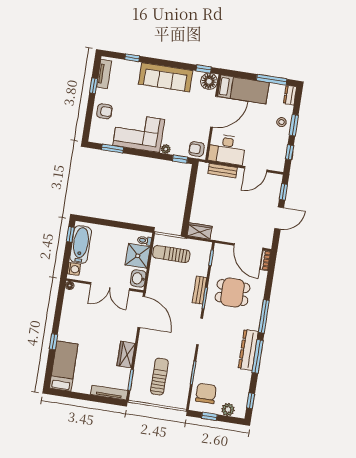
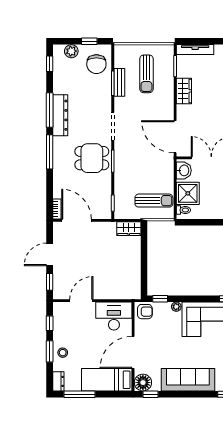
bench: (223, 171) -> (115, 294), removed
bench: (200, 290) -> (119, 82), moved
dining table: (232, 293) -> (92, 158), moved

